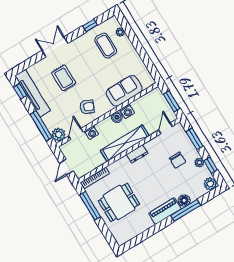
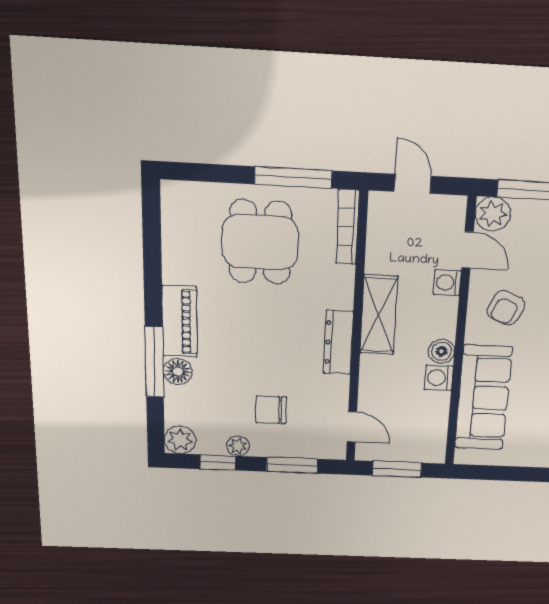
sofa: (124, 91) -> (483, 398), width x1.36
shelving: (125, 143) -> (379, 315), width x0.68
dresser: (137, 154) -> (338, 343), width x1.44

